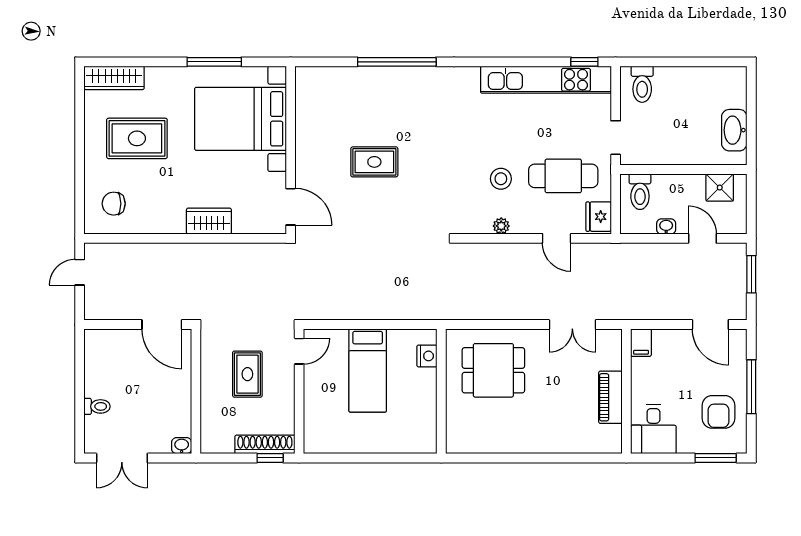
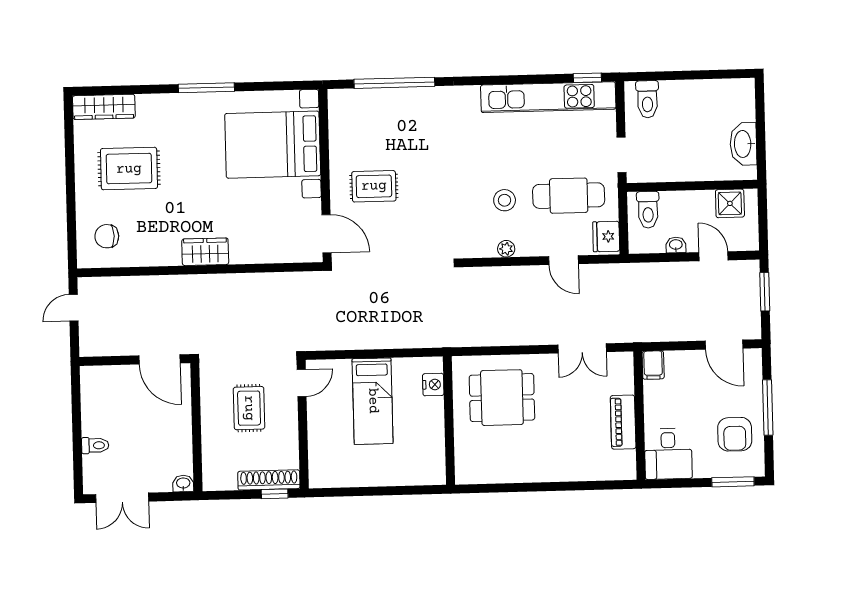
bed with nightstands: (240, 119) -> (273, 145), moved
wall: (291, 150) -> (325, 176), moved
door: (291, 207) -> (327, 234), moved

